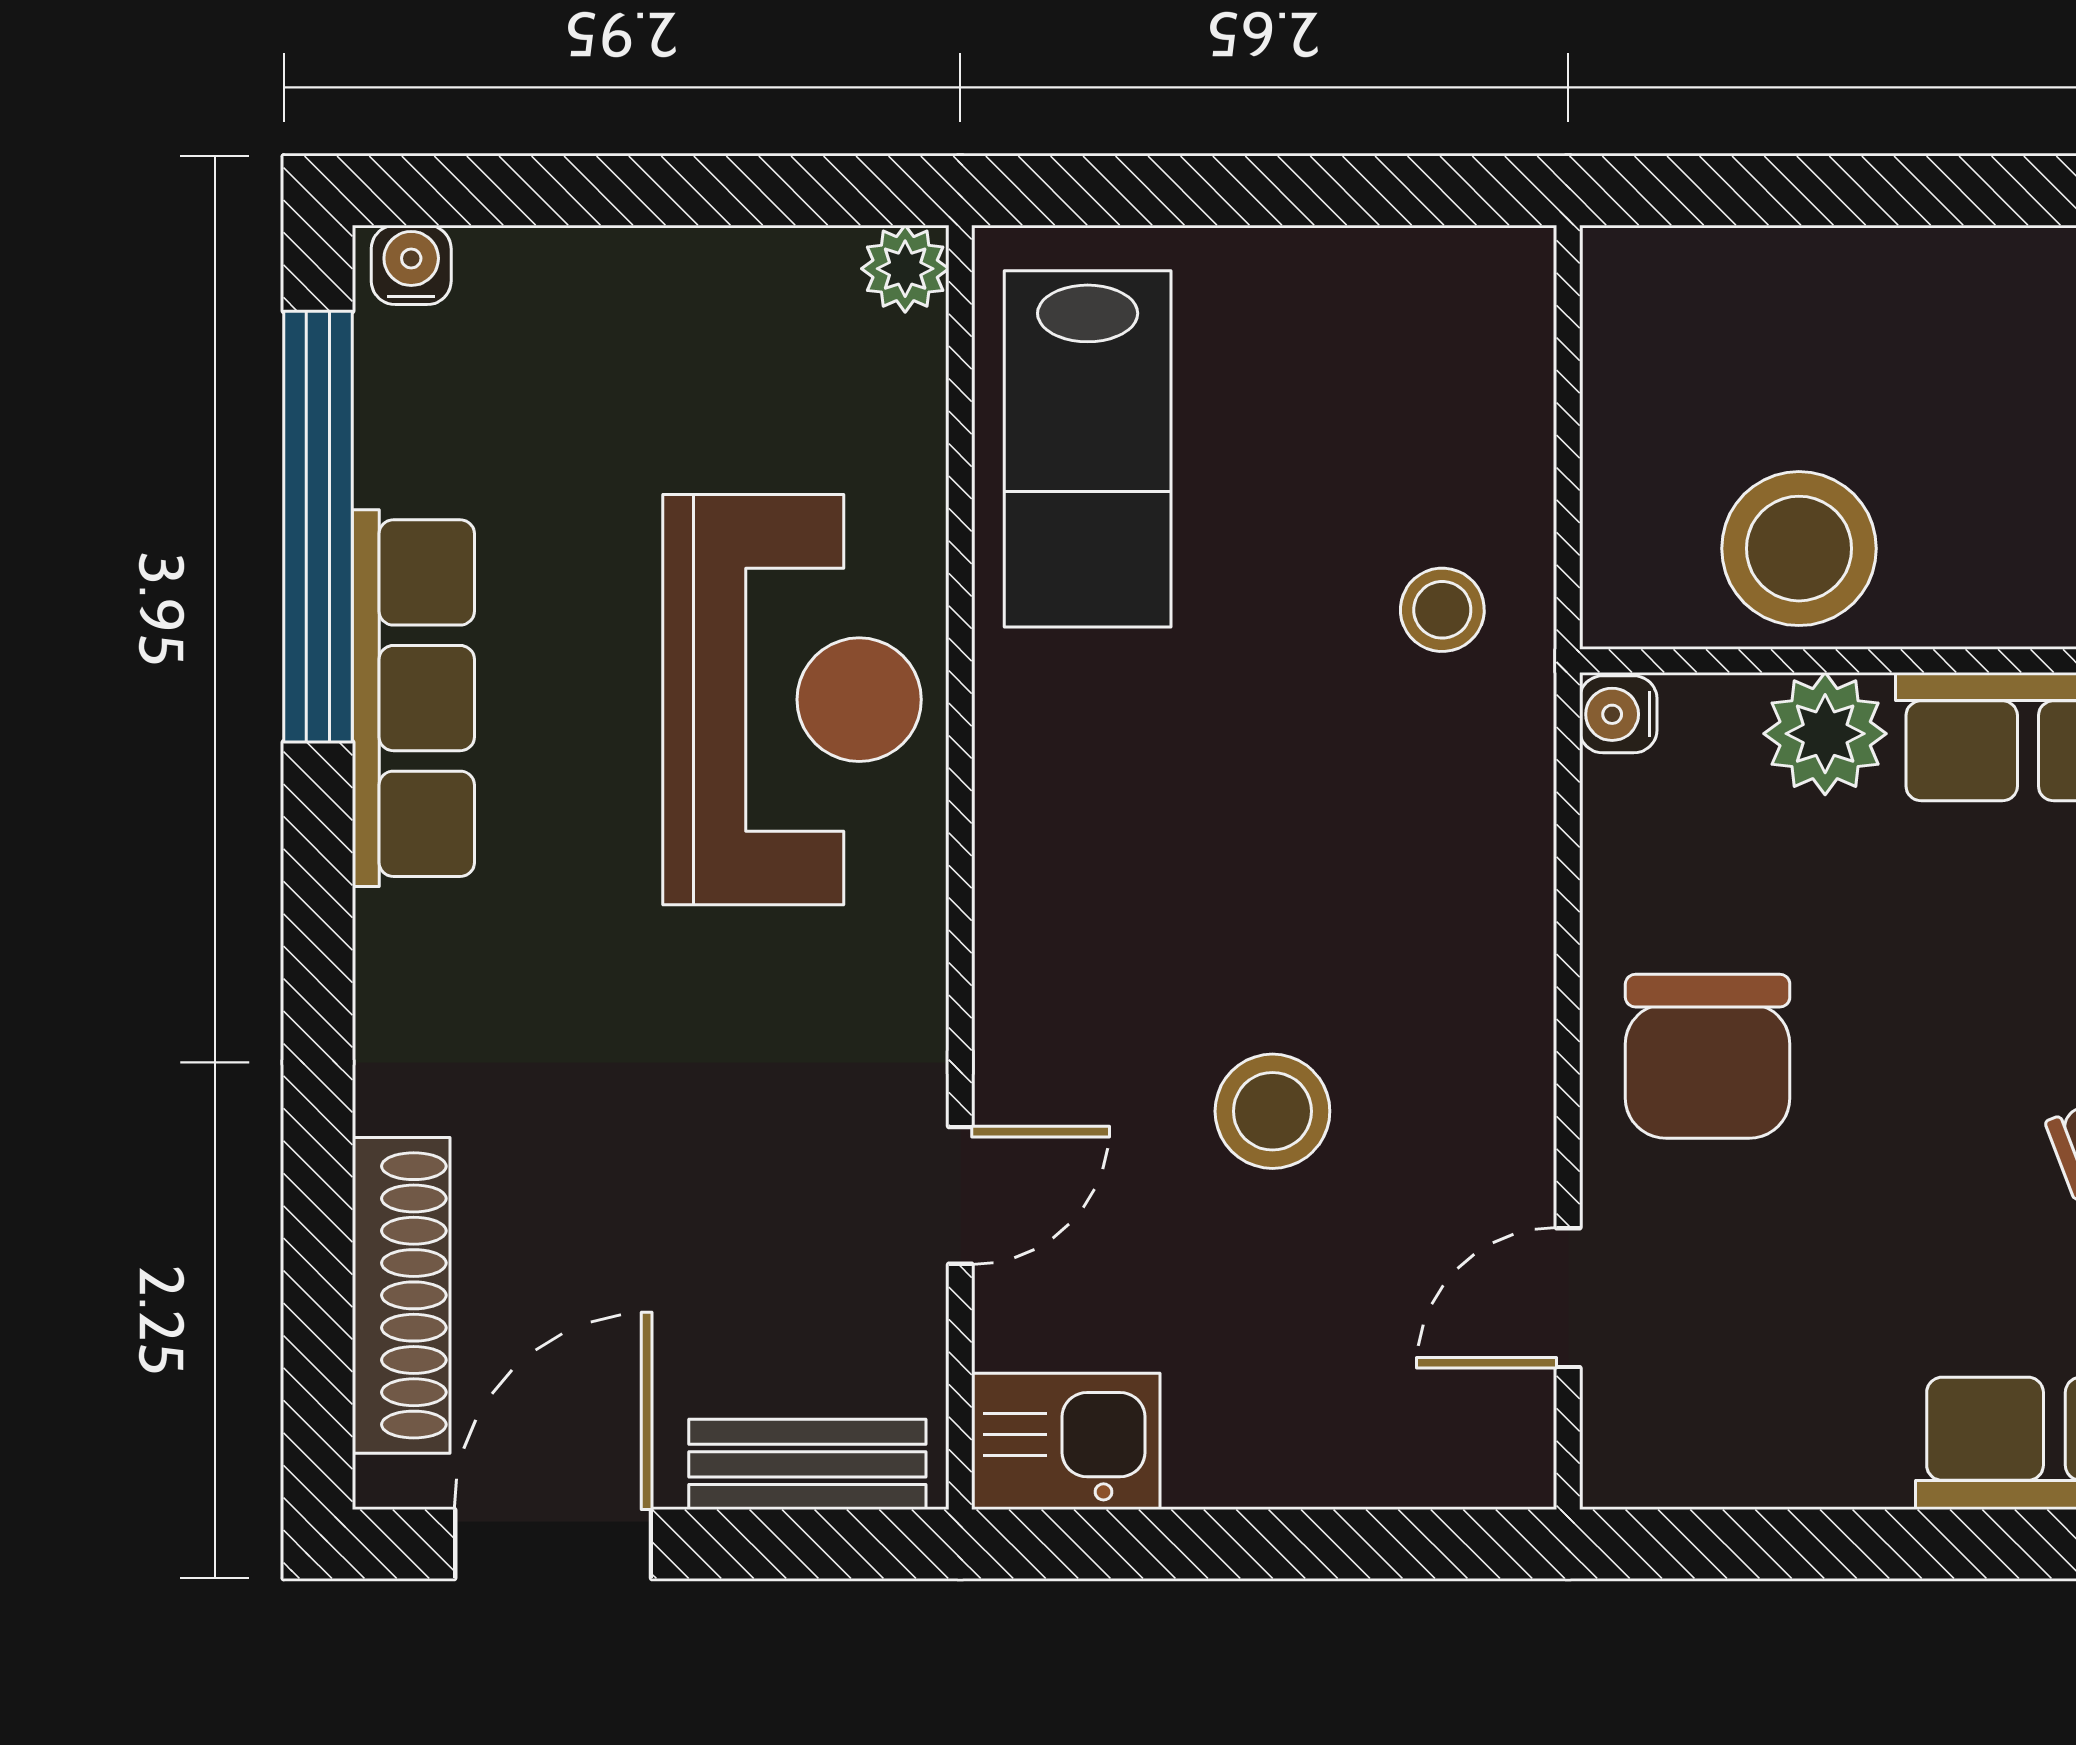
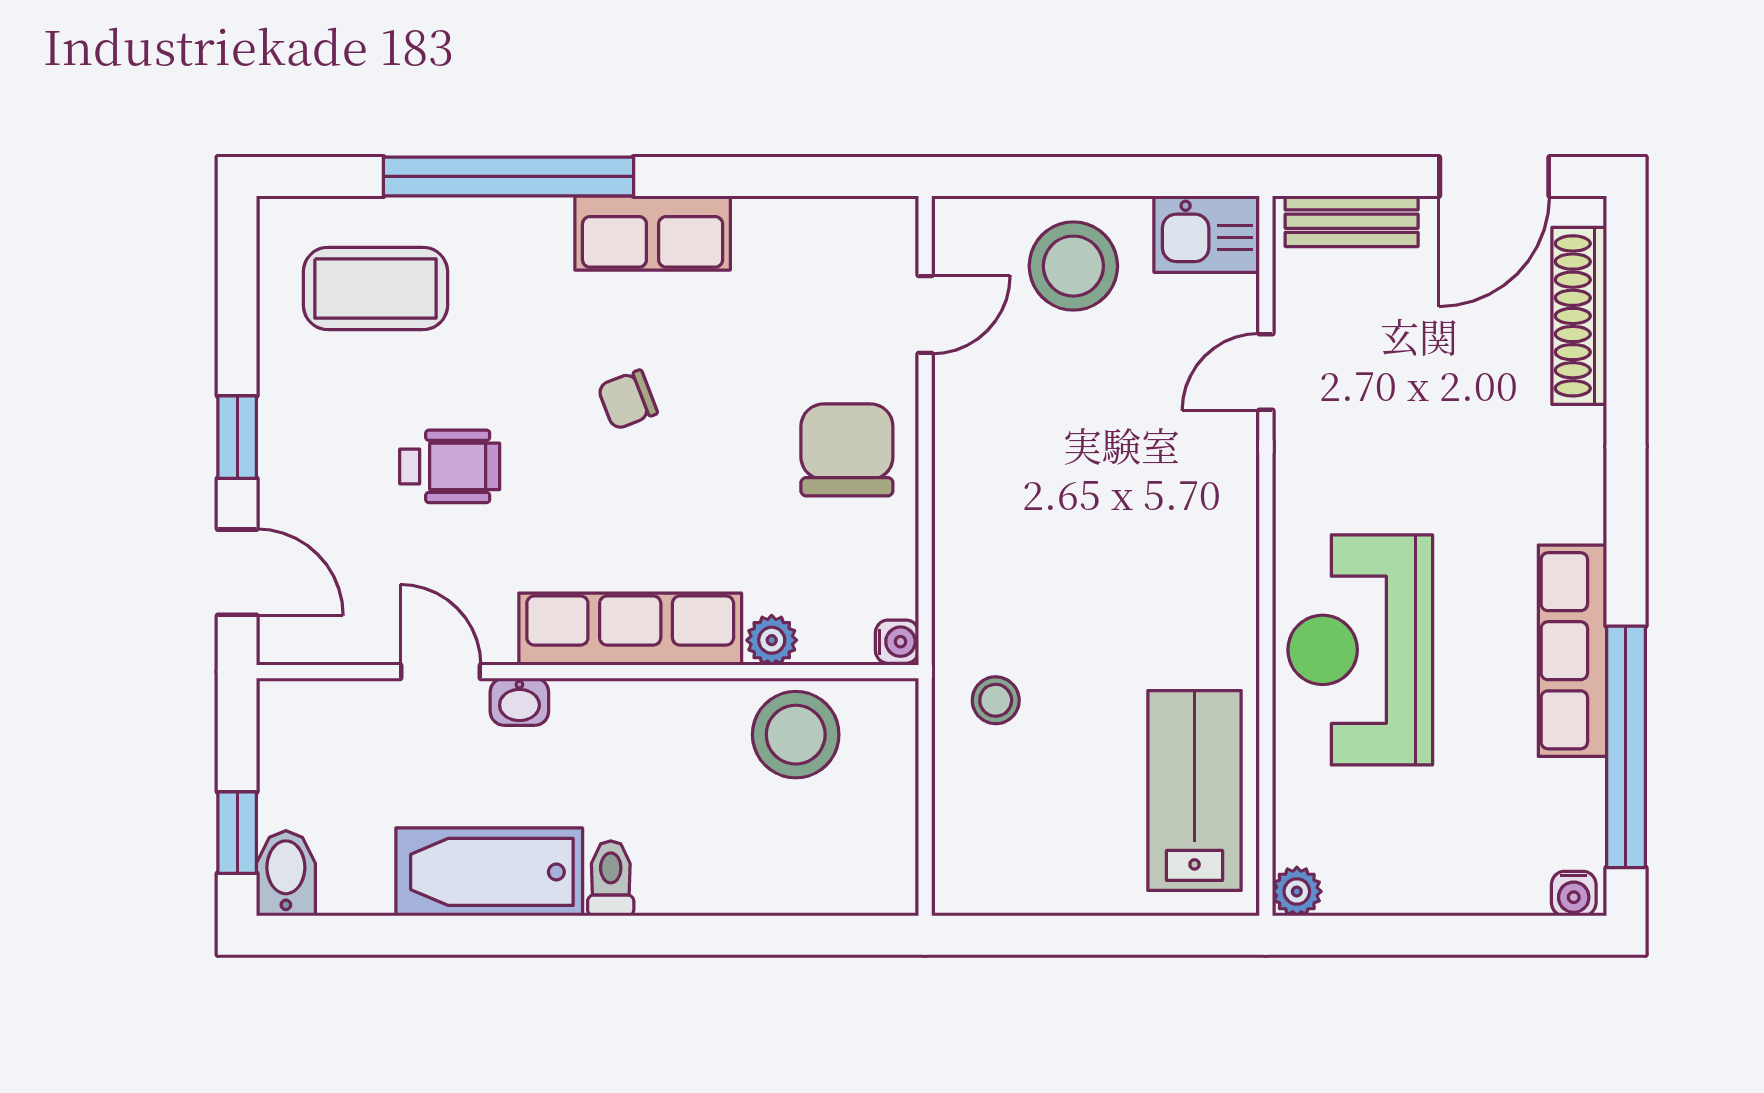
plant: (1825, 734) -> (772, 640), width x0.73, depth x0.73
stool: (1272, 1111) -> (1073, 266), moved, width x1.38, depth x1.38

